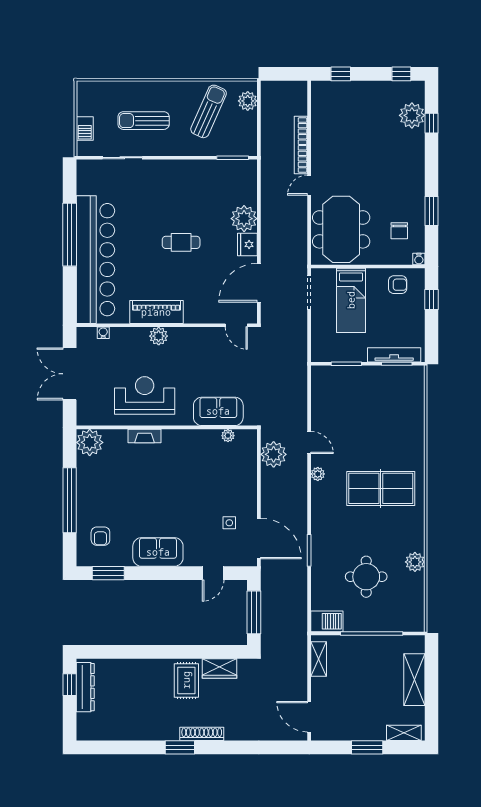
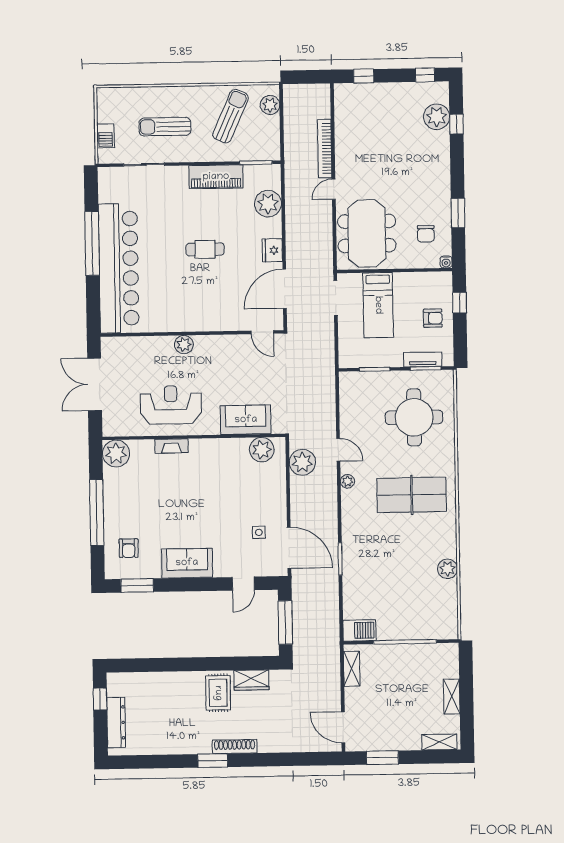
plant: (244, 219) -> (268, 204), moved
armchair: (398, 285) -> (433, 318), moved
piano: (156, 312) -> (216, 177), moved, turned 180
water cooler: (103, 333) -> (128, 342), removed
tv unit: (394, 355) -> (423, 359), width x0.71
plant: (228, 436) -> (262, 450), width x1.88, depth x1.88
round table: (366, 577) -> (414, 417), moved, width x1.36, depth x1.36
shelving: (414, 680) -> (452, 697), width x0.67, depth x0.75
dresser: (85, 687) -> (116, 722), moved
window: (367, 747) -> (382, 758), moved

